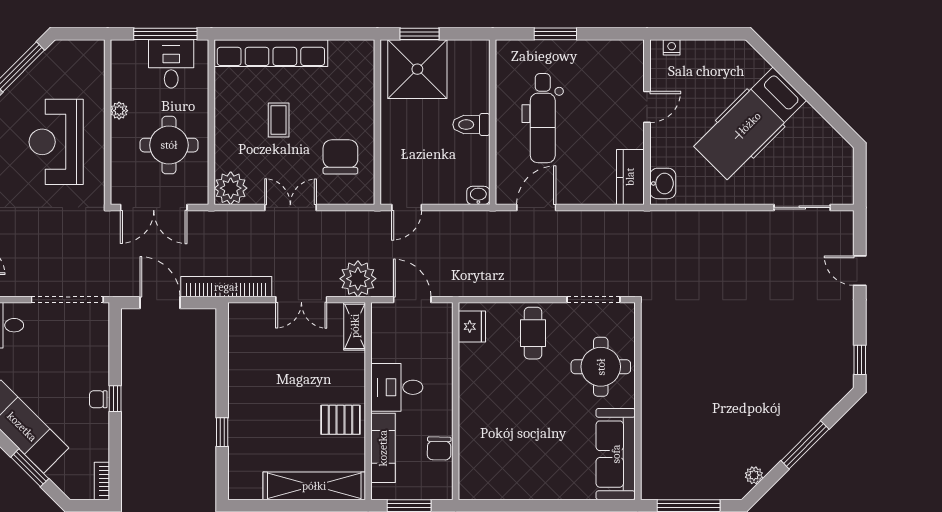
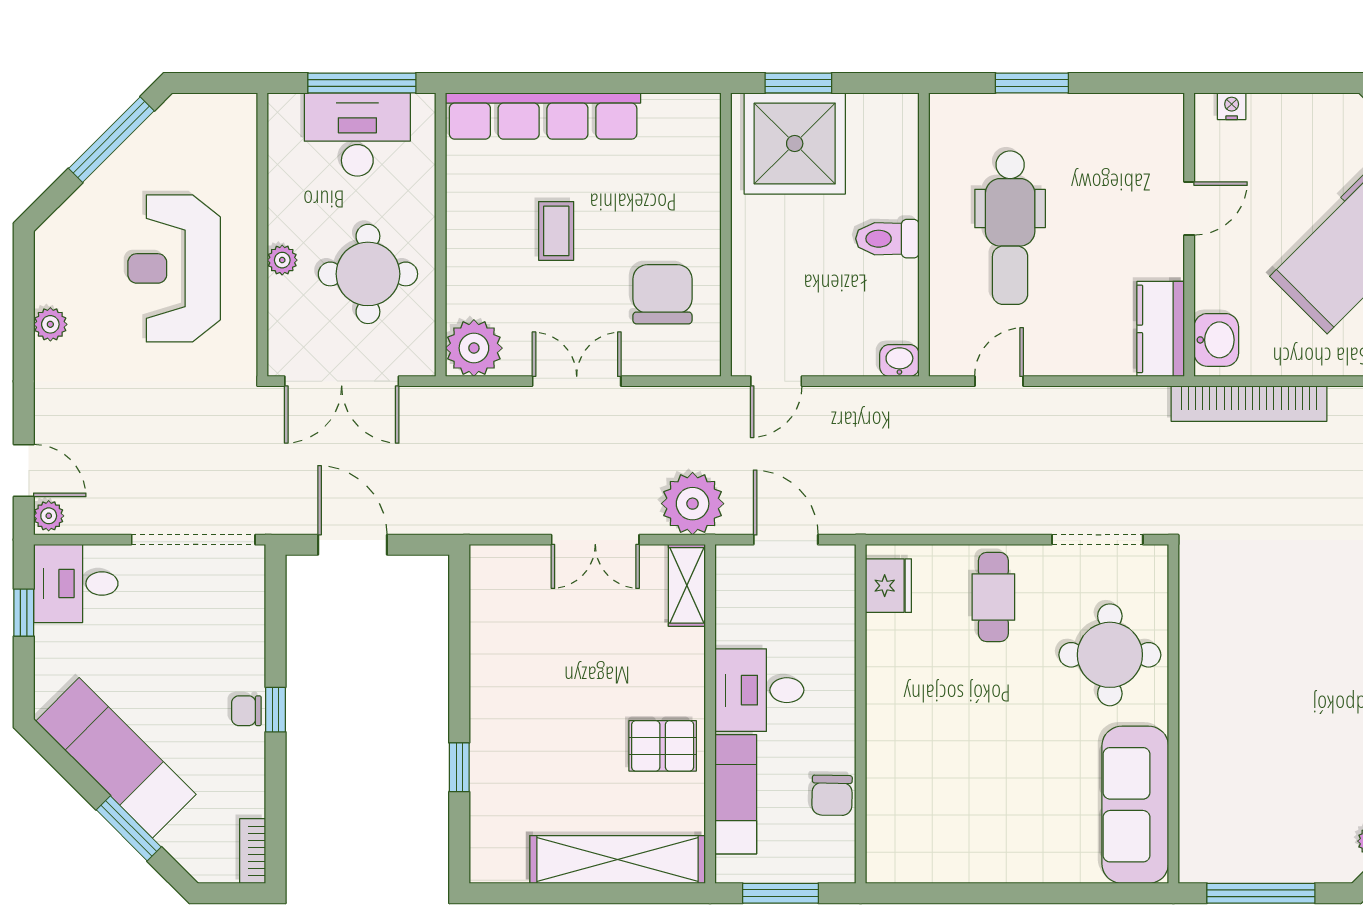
desk: (171, 64) -> (357, 135), width x1.37
plant: (119, 111) -> (282, 260), moved
door: (536, 207) -> (999, 381), width x0.73
bookcase: (226, 287) -> (1249, 404), moved, turned 180

